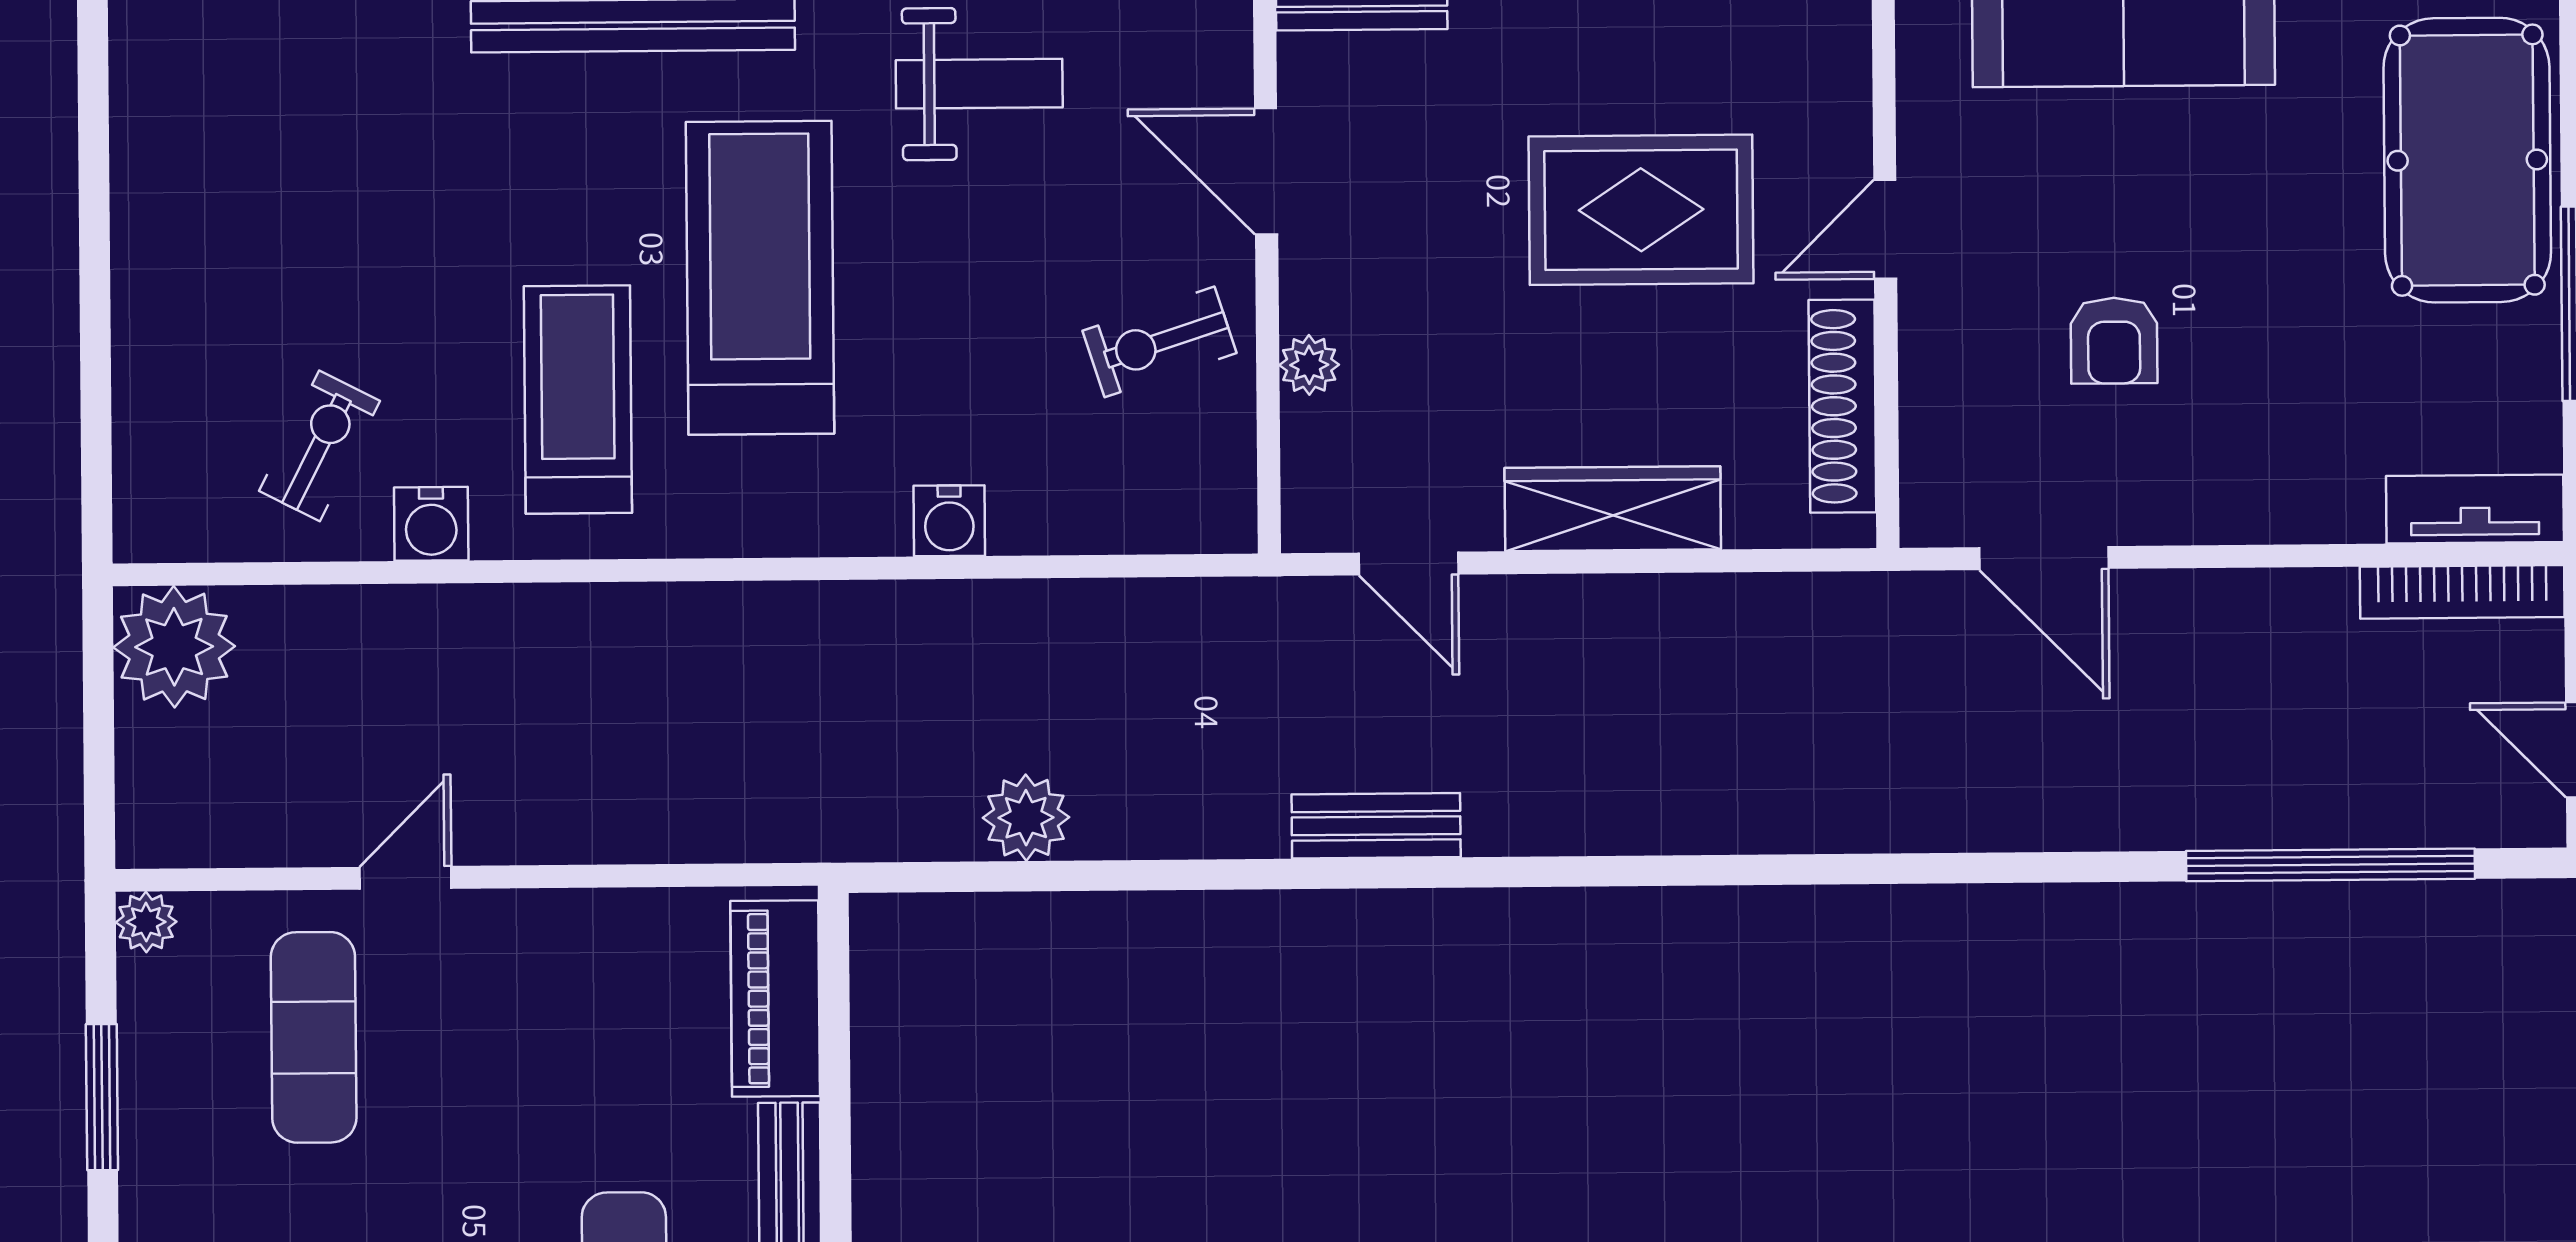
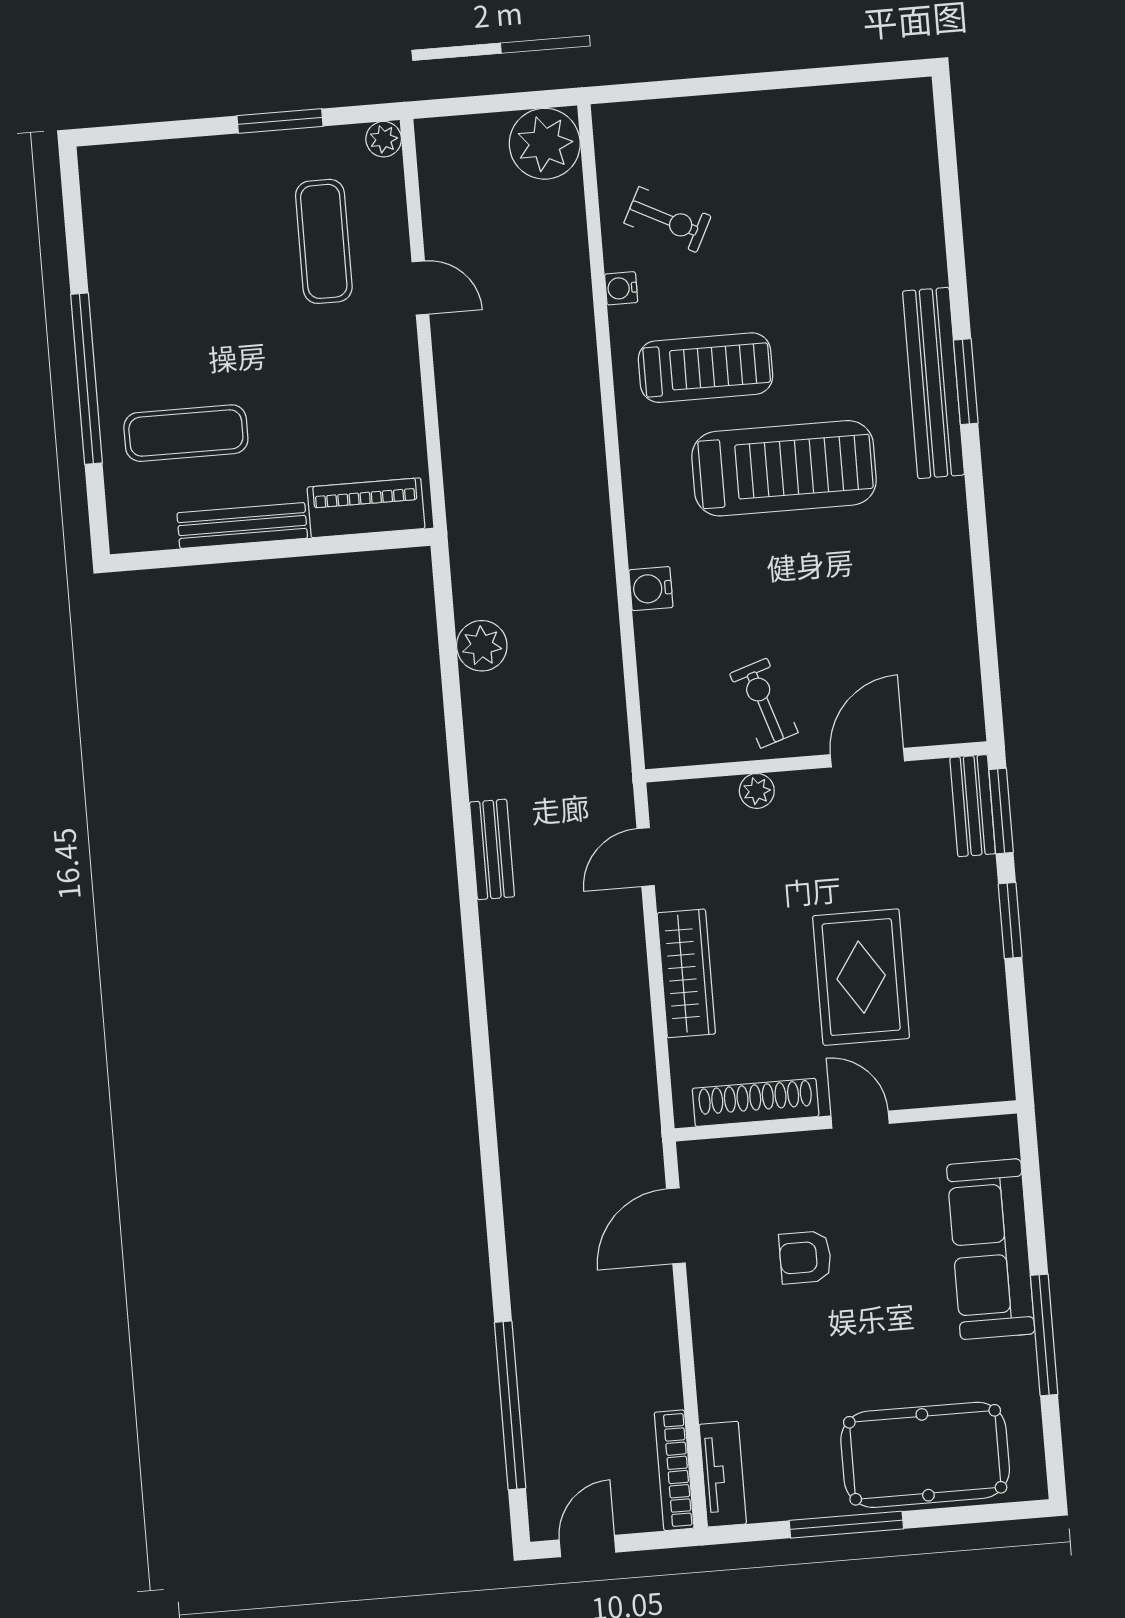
weight bench: (979, 84) -> (906, 587), removed
water cooler: (431, 524) -> (621, 288), width x0.72, depth x0.72
exercise mat: (314, 1037) -> (324, 241), turned 90

